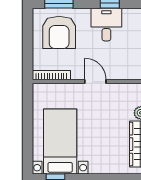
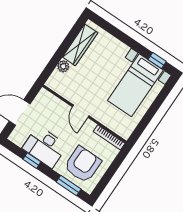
desk: (106, 25) -> (45, 147), width x1.37

